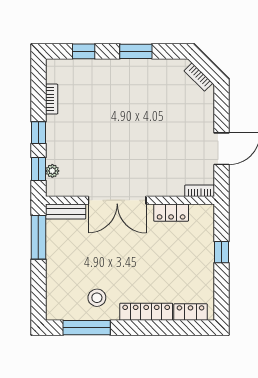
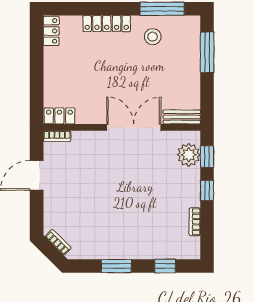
plant: (52, 171) -> (189, 155), width x1.88, depth x1.88
locker: (171, 213) -> (59, 116), moved
window: (38, 237) -> (207, 52), moved
window: (221, 252) -> (37, 79), removed
locker: (191, 312) -> (51, 31), moved, turned -90

